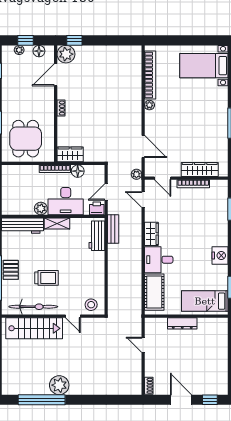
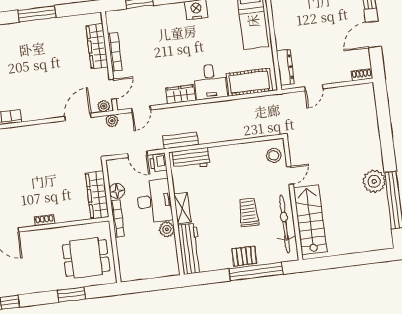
plant: (149, 105) -> (104, 106), moved
wardrobe: (70, 154) -> (97, 195), width x1.50
dresser: (182, 323) -> (285, 67), moved

